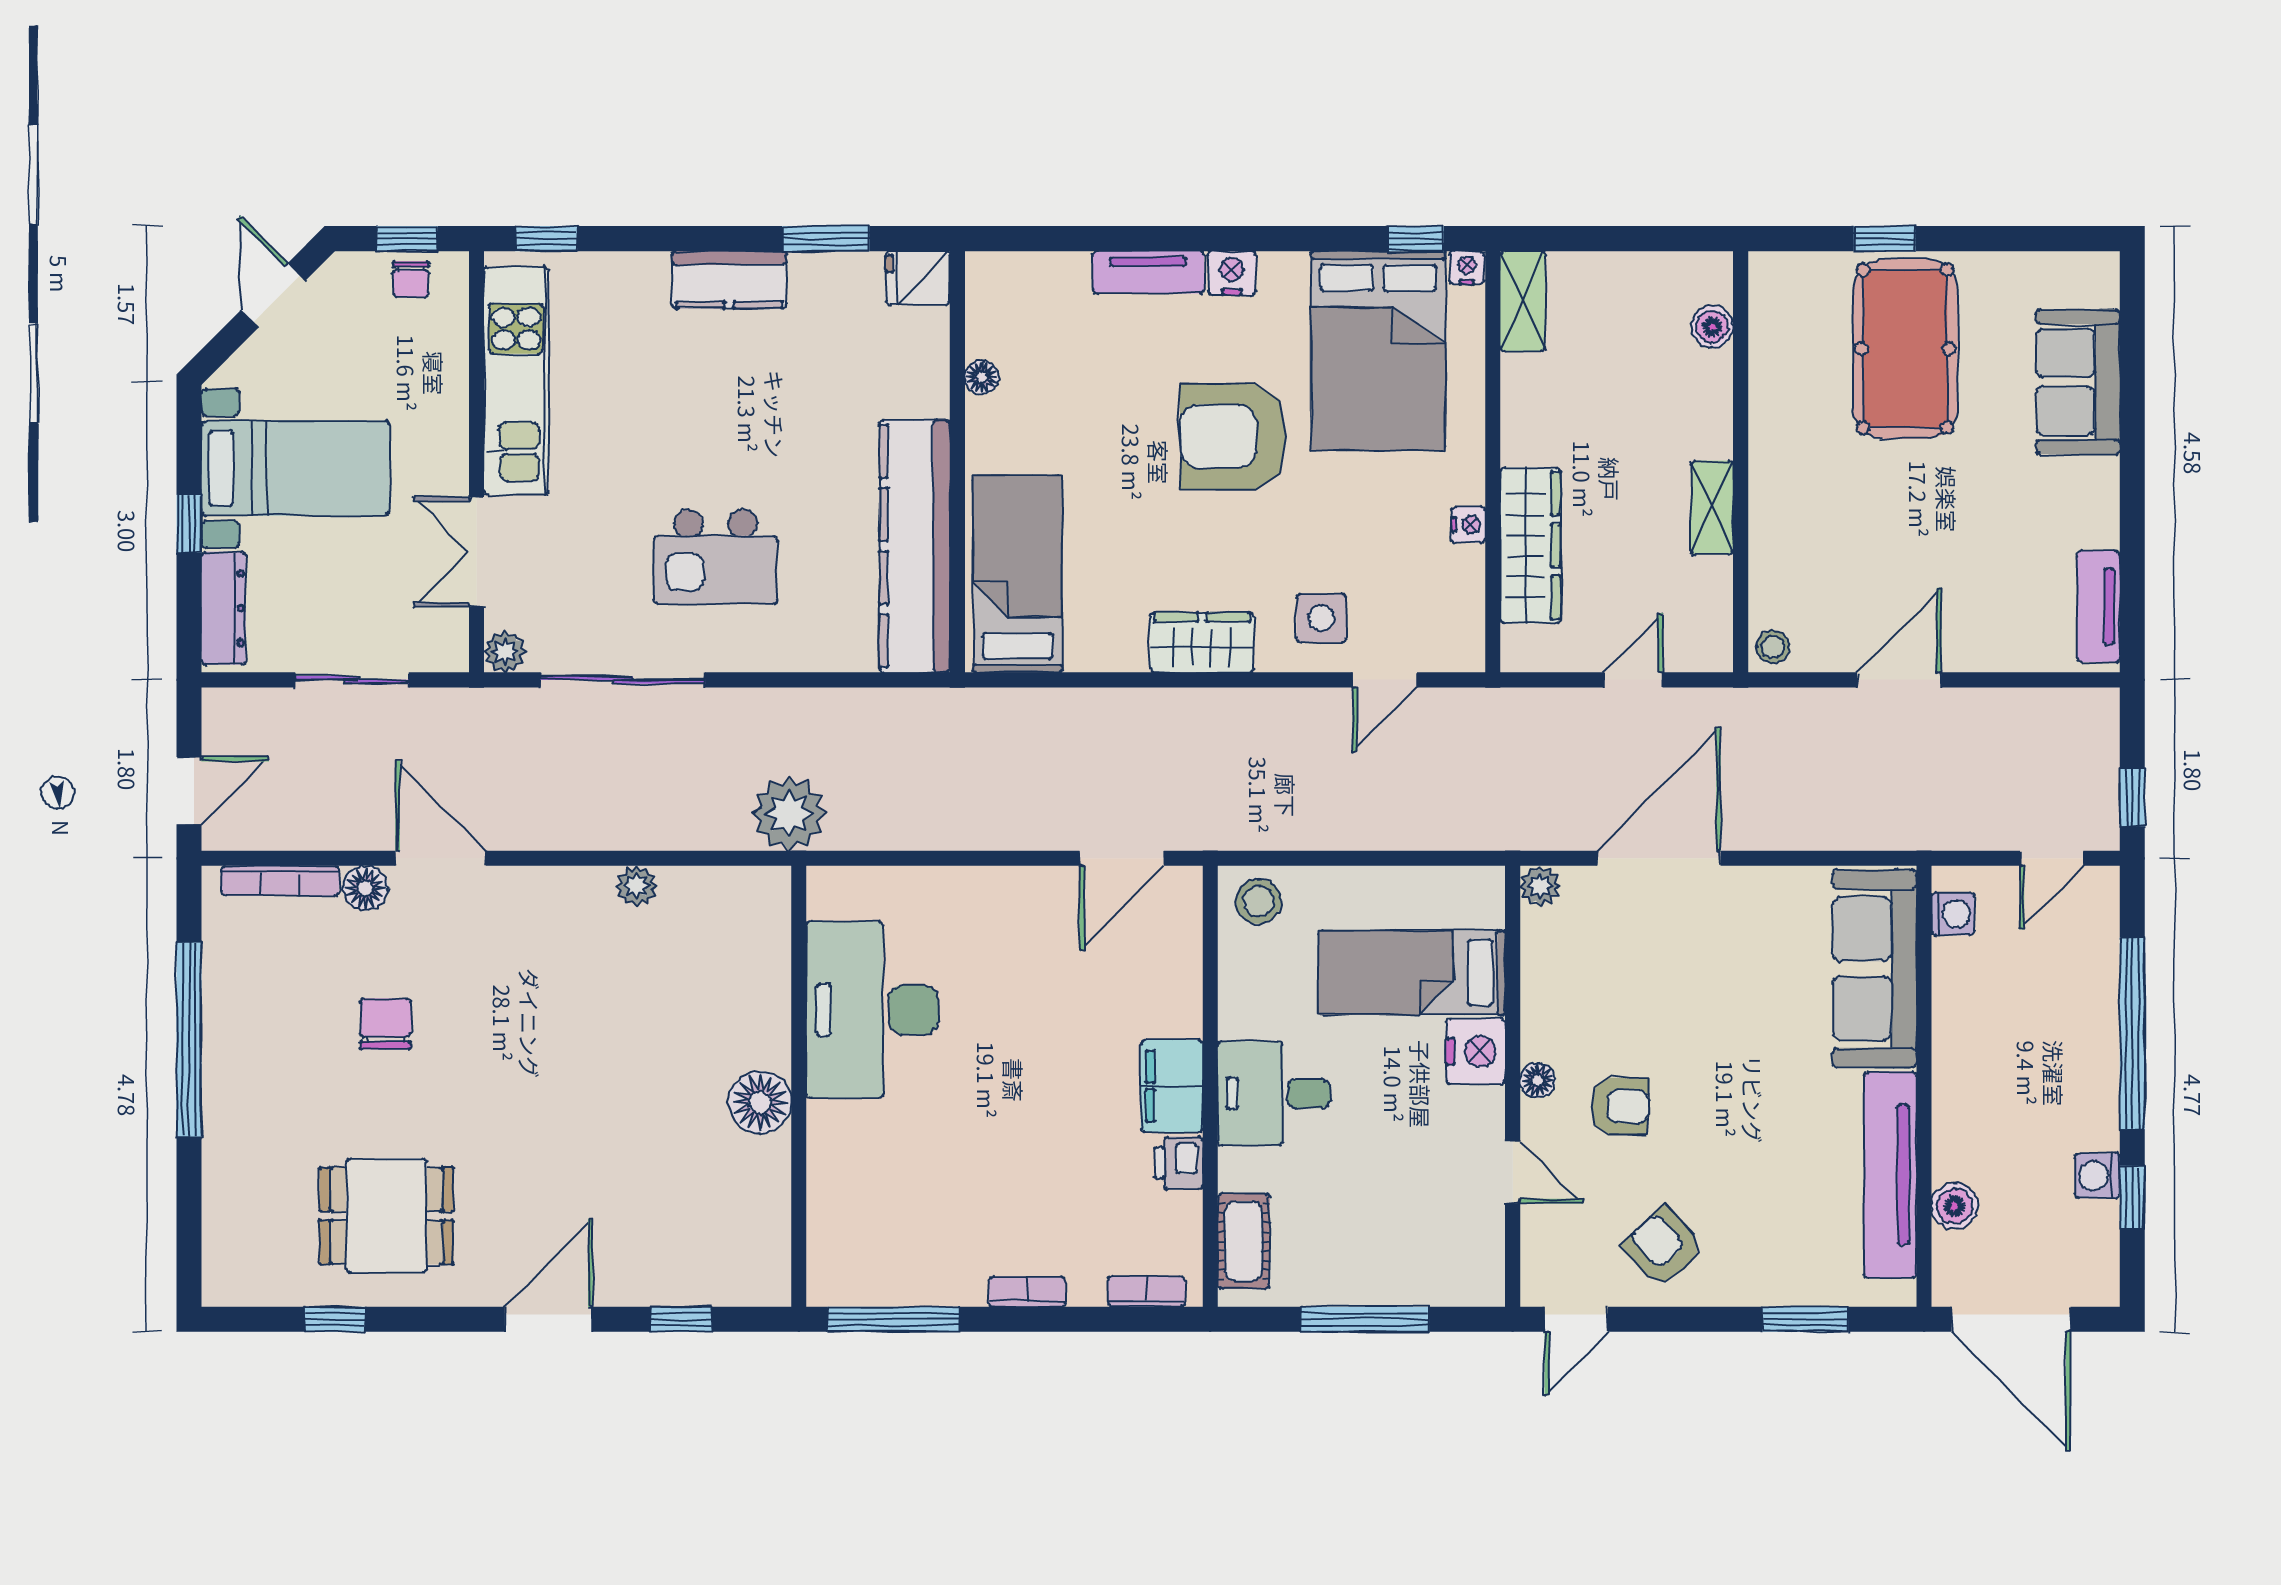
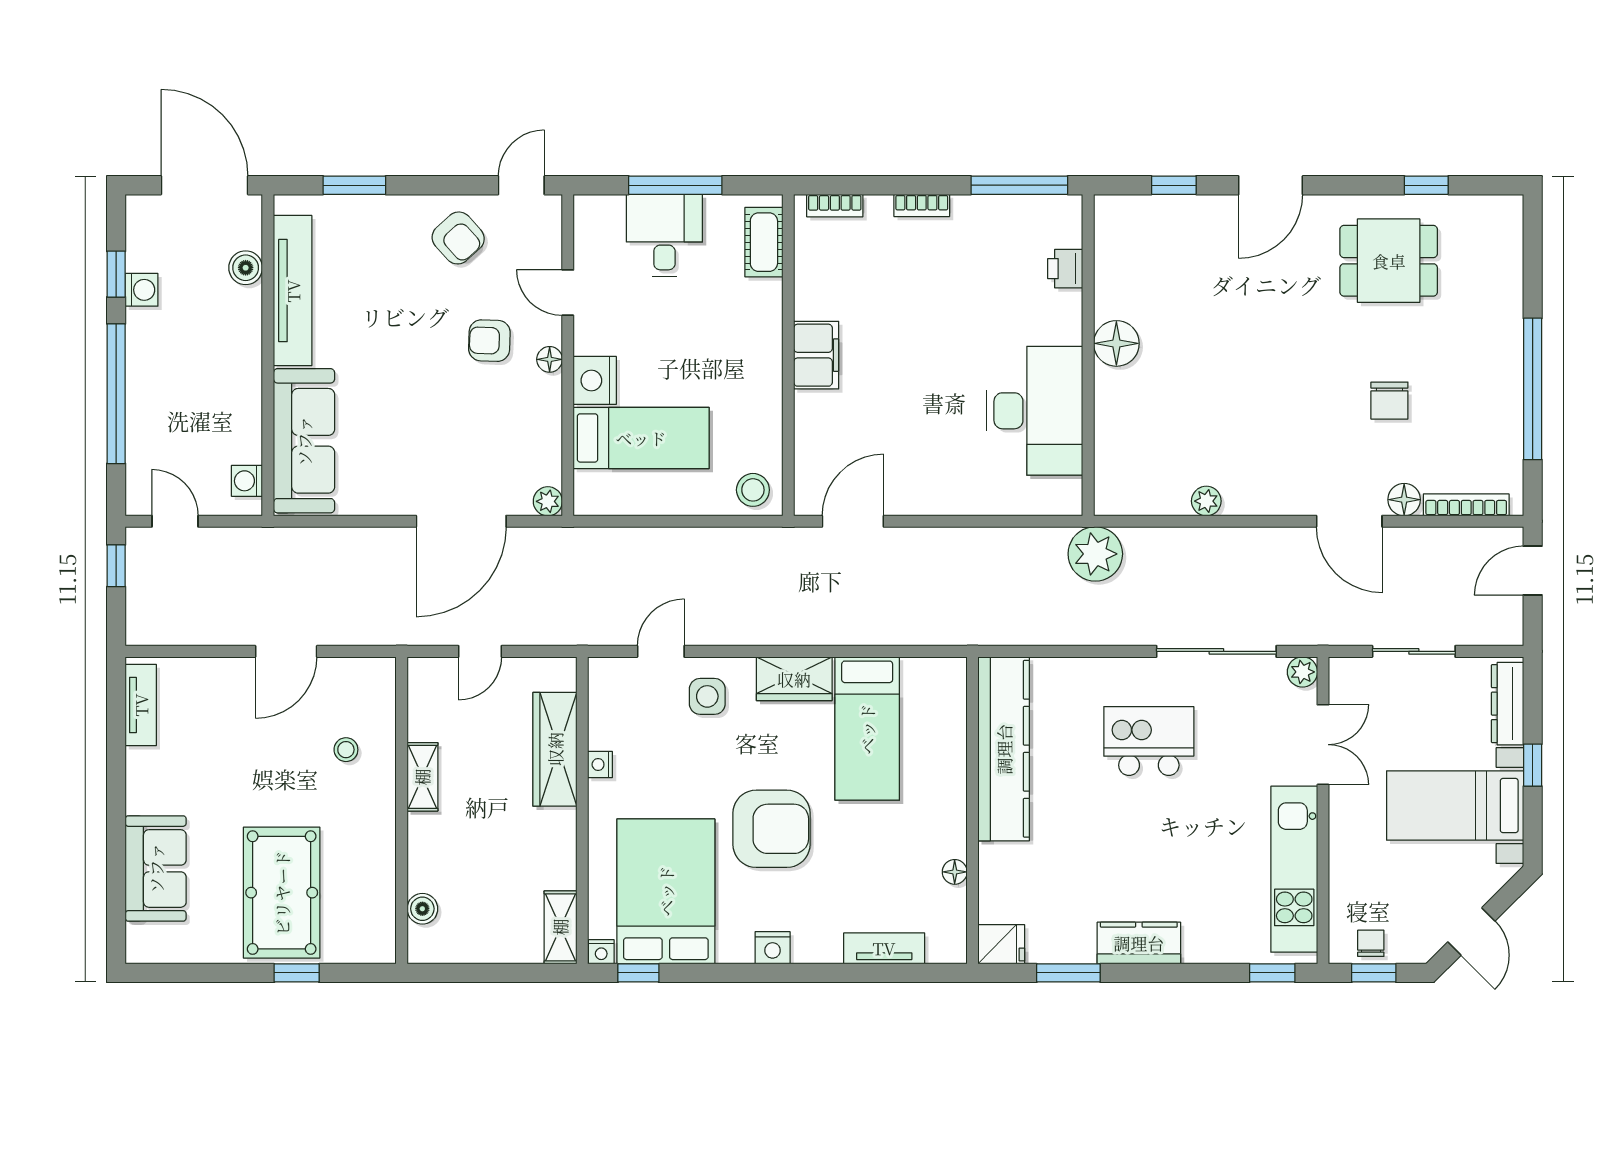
tv unit: (1148, 272) -> (884, 948), moved
bed: (1018, 574) -> (867, 729), moved
stool: (1773, 647) -> (346, 750), moved
door: (2052, 858) -> (175, 521), hinge flipped
desk: (1274, 1093) -> (664, 235), moved, turned -90
printer: (1179, 1163) -> (1065, 269), moved, turned 180

